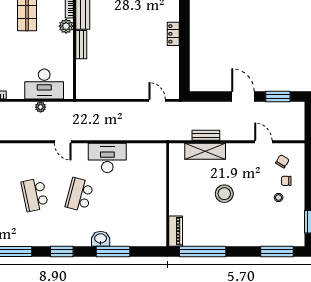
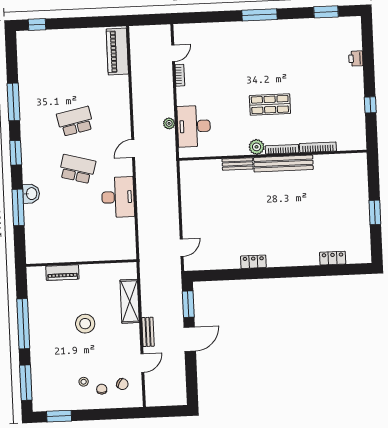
window: (278, 97) -> (188, 304), moved
bench: (206, 135) -> (148, 332), moved
piano: (176, 231) -> (62, 273), moved
window: (203, 252) -> (23, 324), moved

